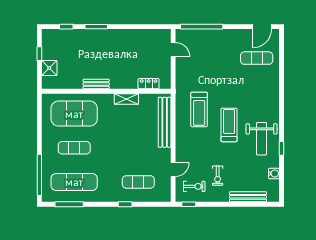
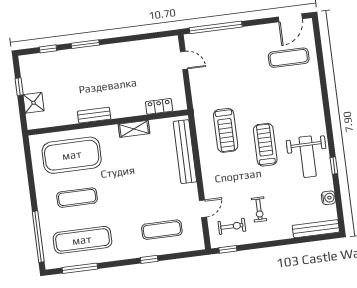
bench: (248, 197) -> (316, 229), moved

